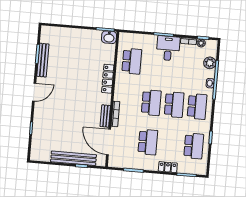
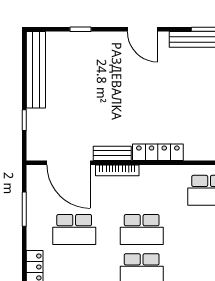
locker: (108, 79) -> (158, 152), moved
door: (109, 142) -> (69, 163), swing flipped
bench: (74, 158) -> (36, 70), moved

